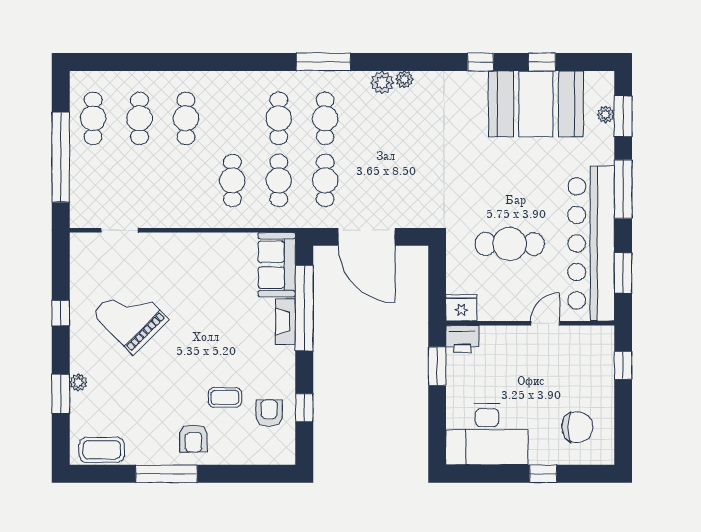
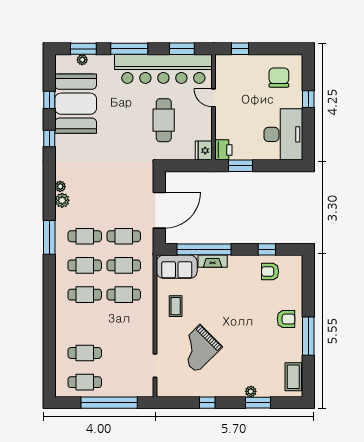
cafe table: (186, 118) -> (85, 295), moved
grand piano: (130, 317) -> (198, 349), moved
coffee table: (225, 397) -> (176, 306), moved

